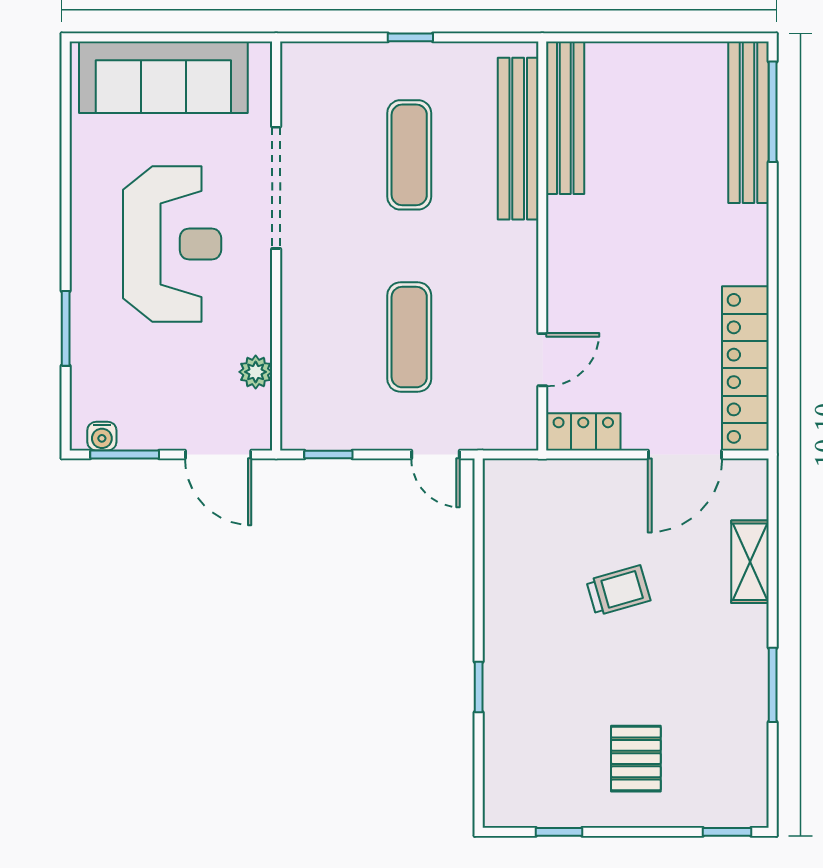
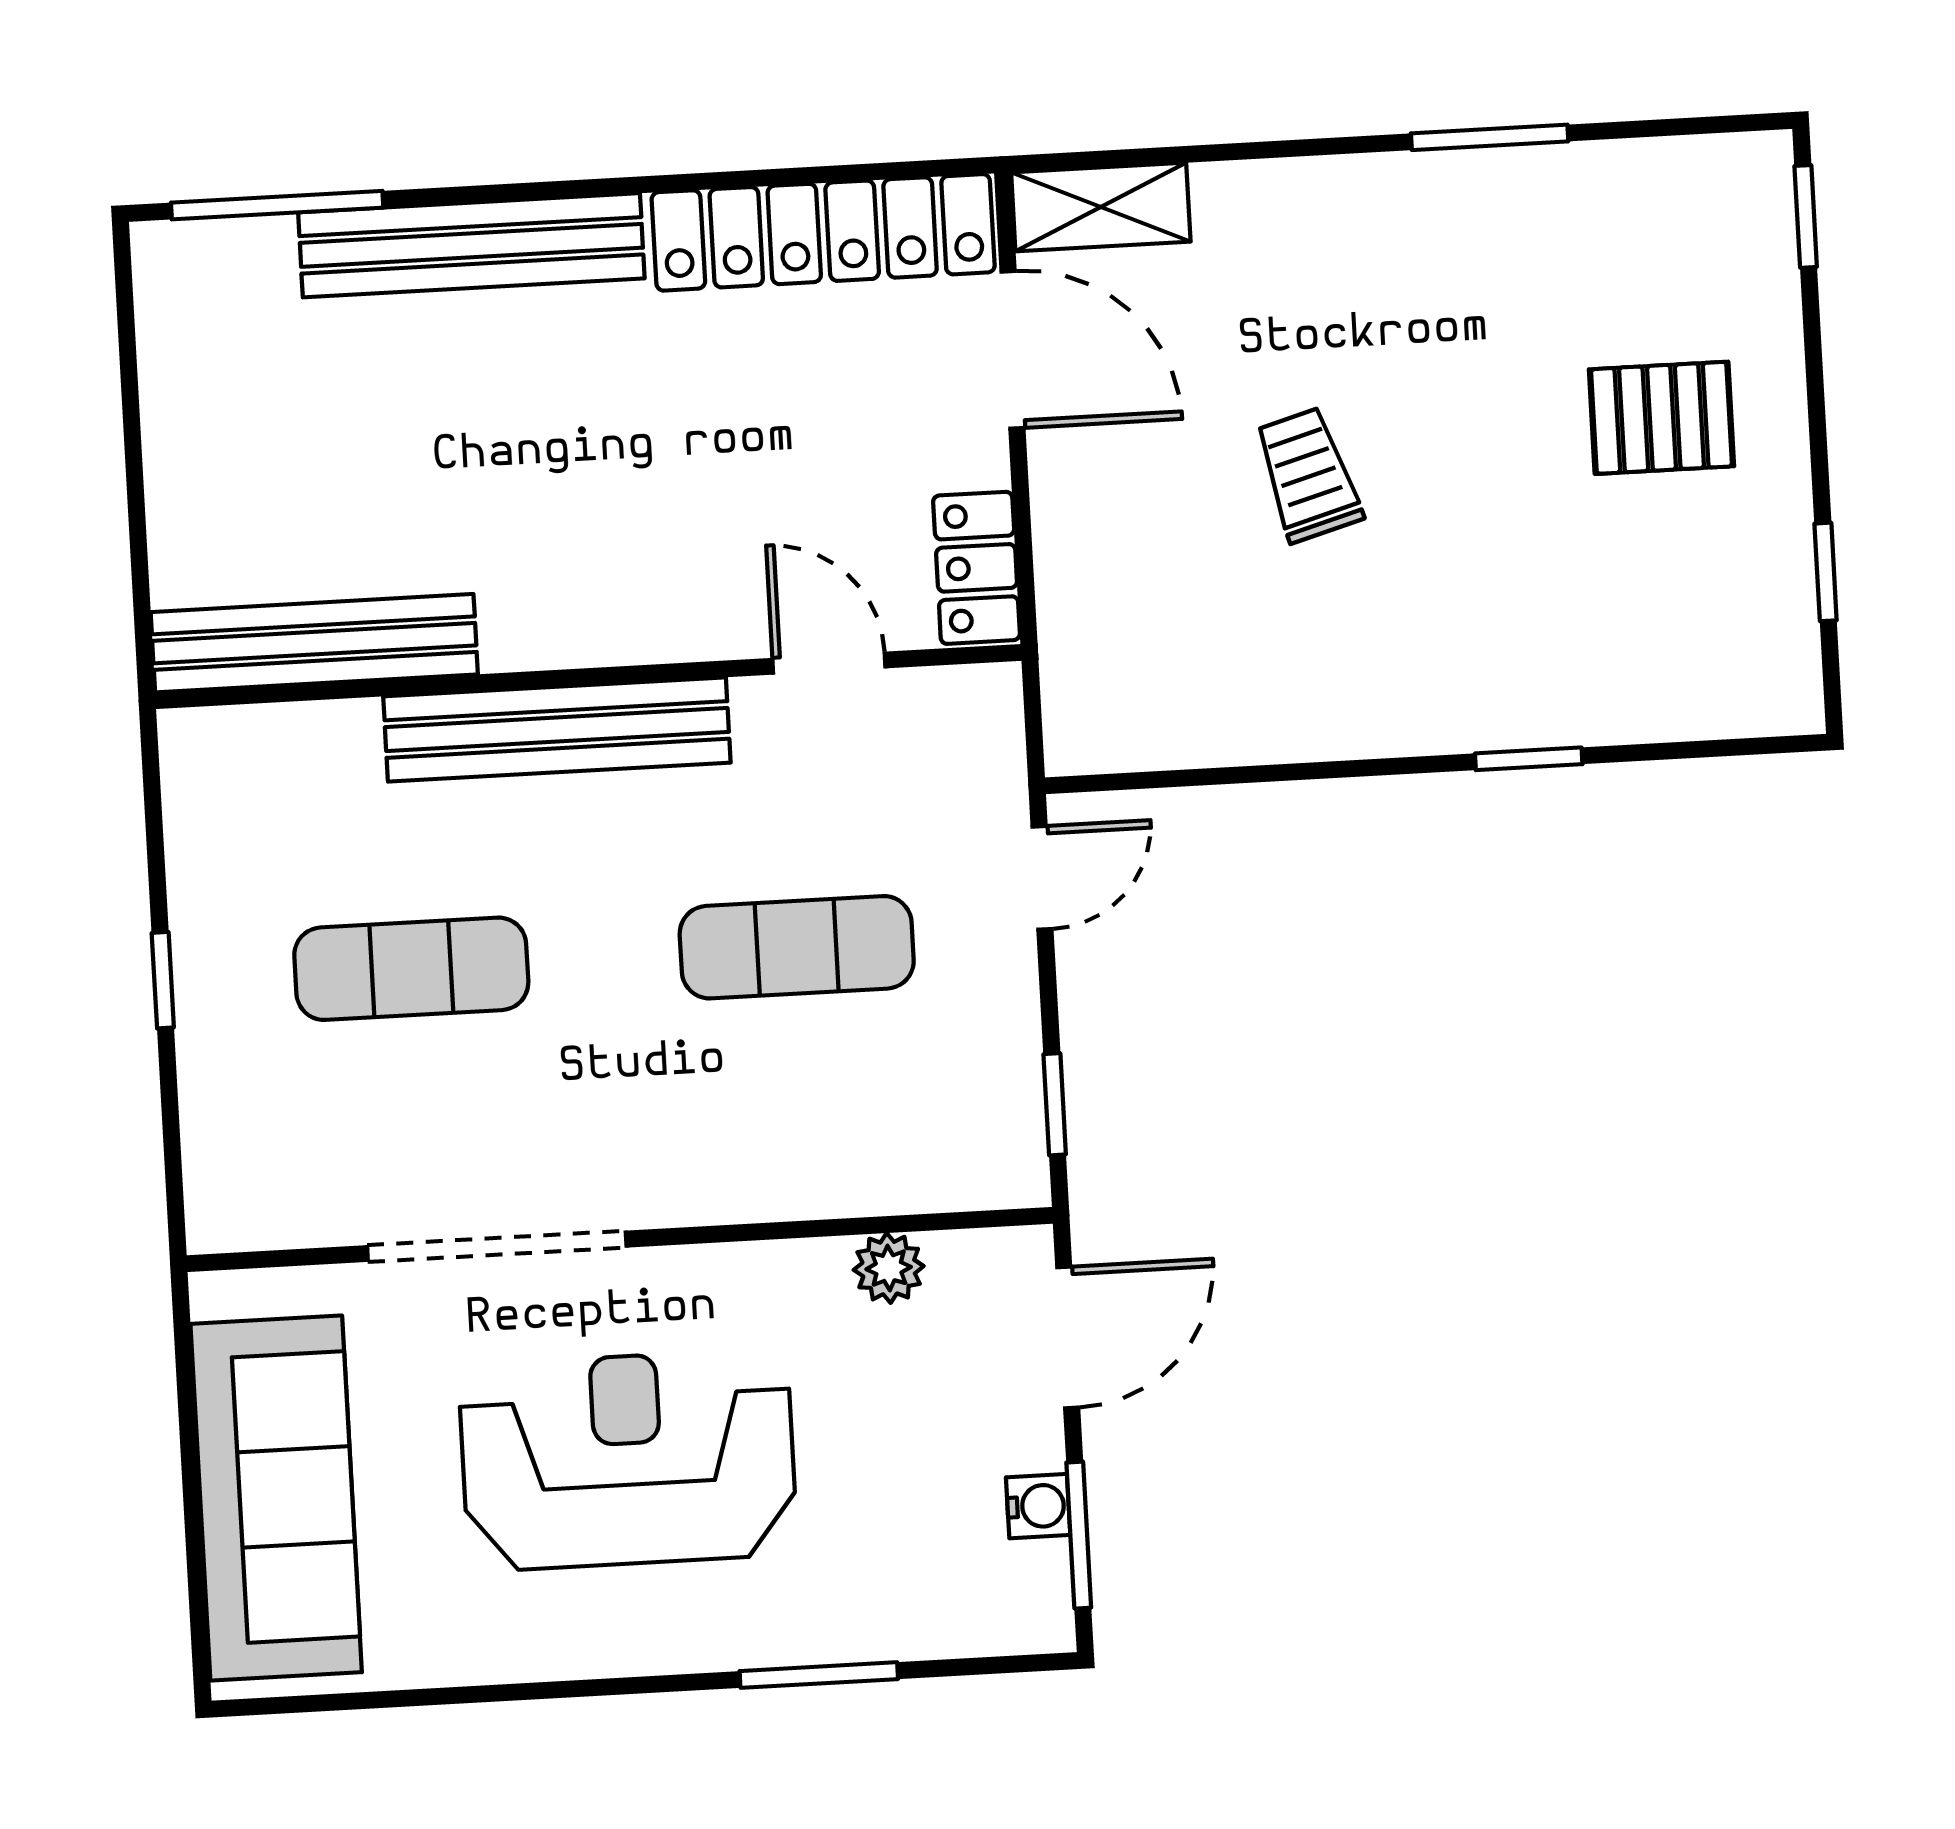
bench: (749, 122) -> (471, 245), moved
bench: (518, 139) -> (557, 729), moved
water cooler: (102, 436) -> (1038, 1506), moved
shelving: (750, 562) -> (1101, 207), moved

